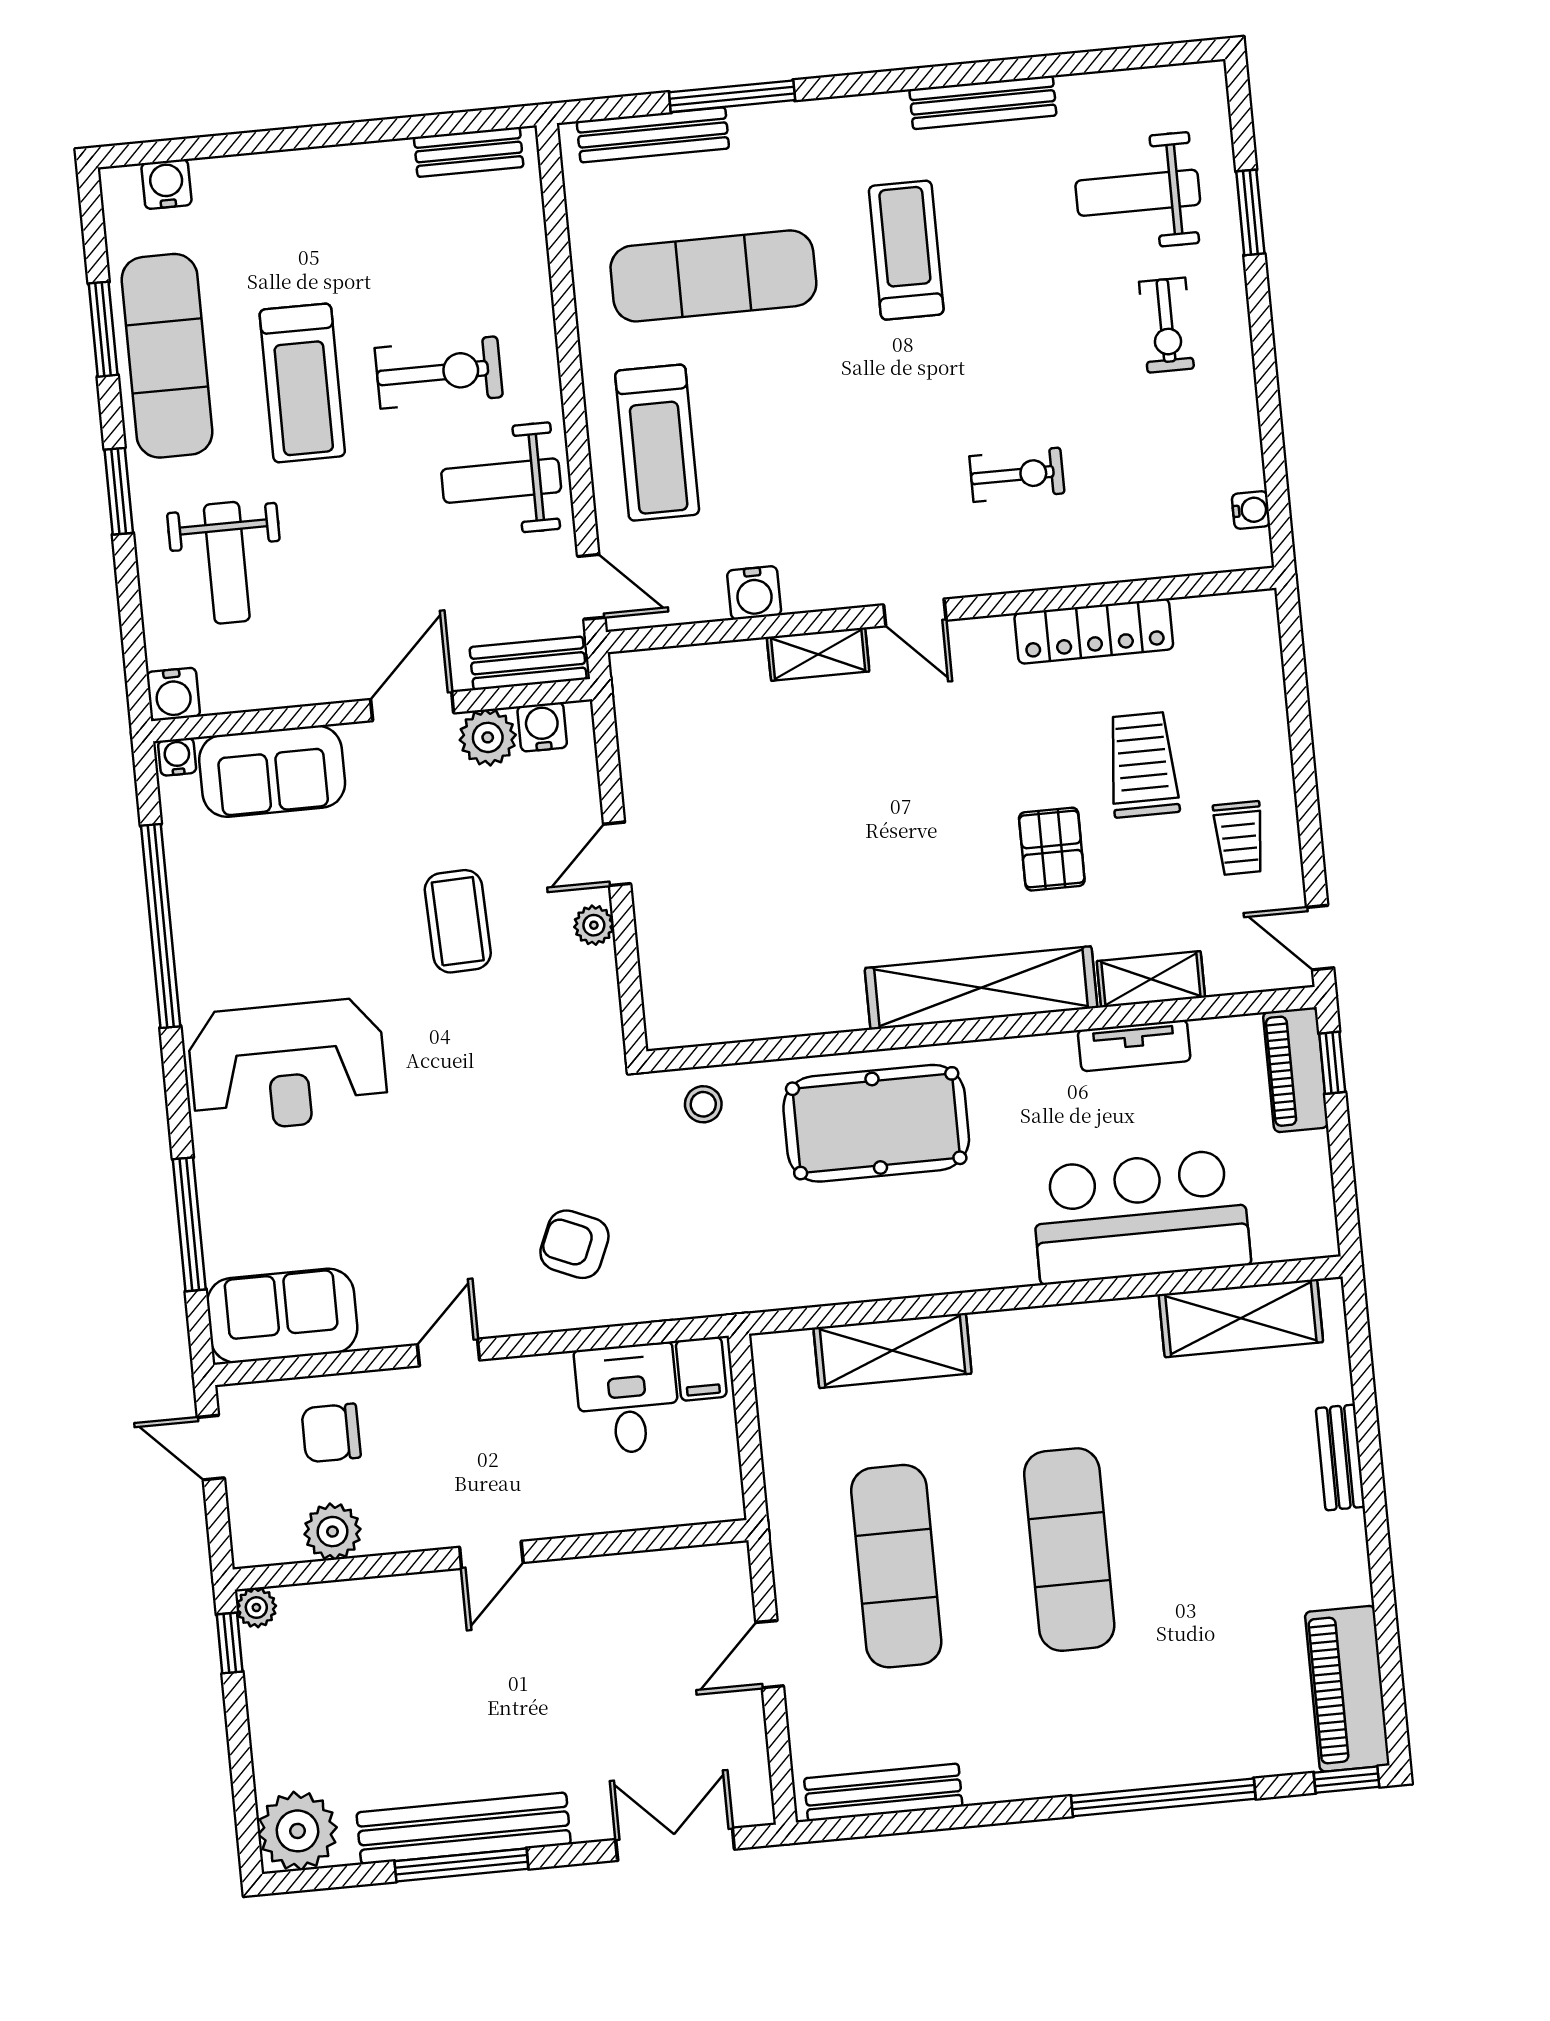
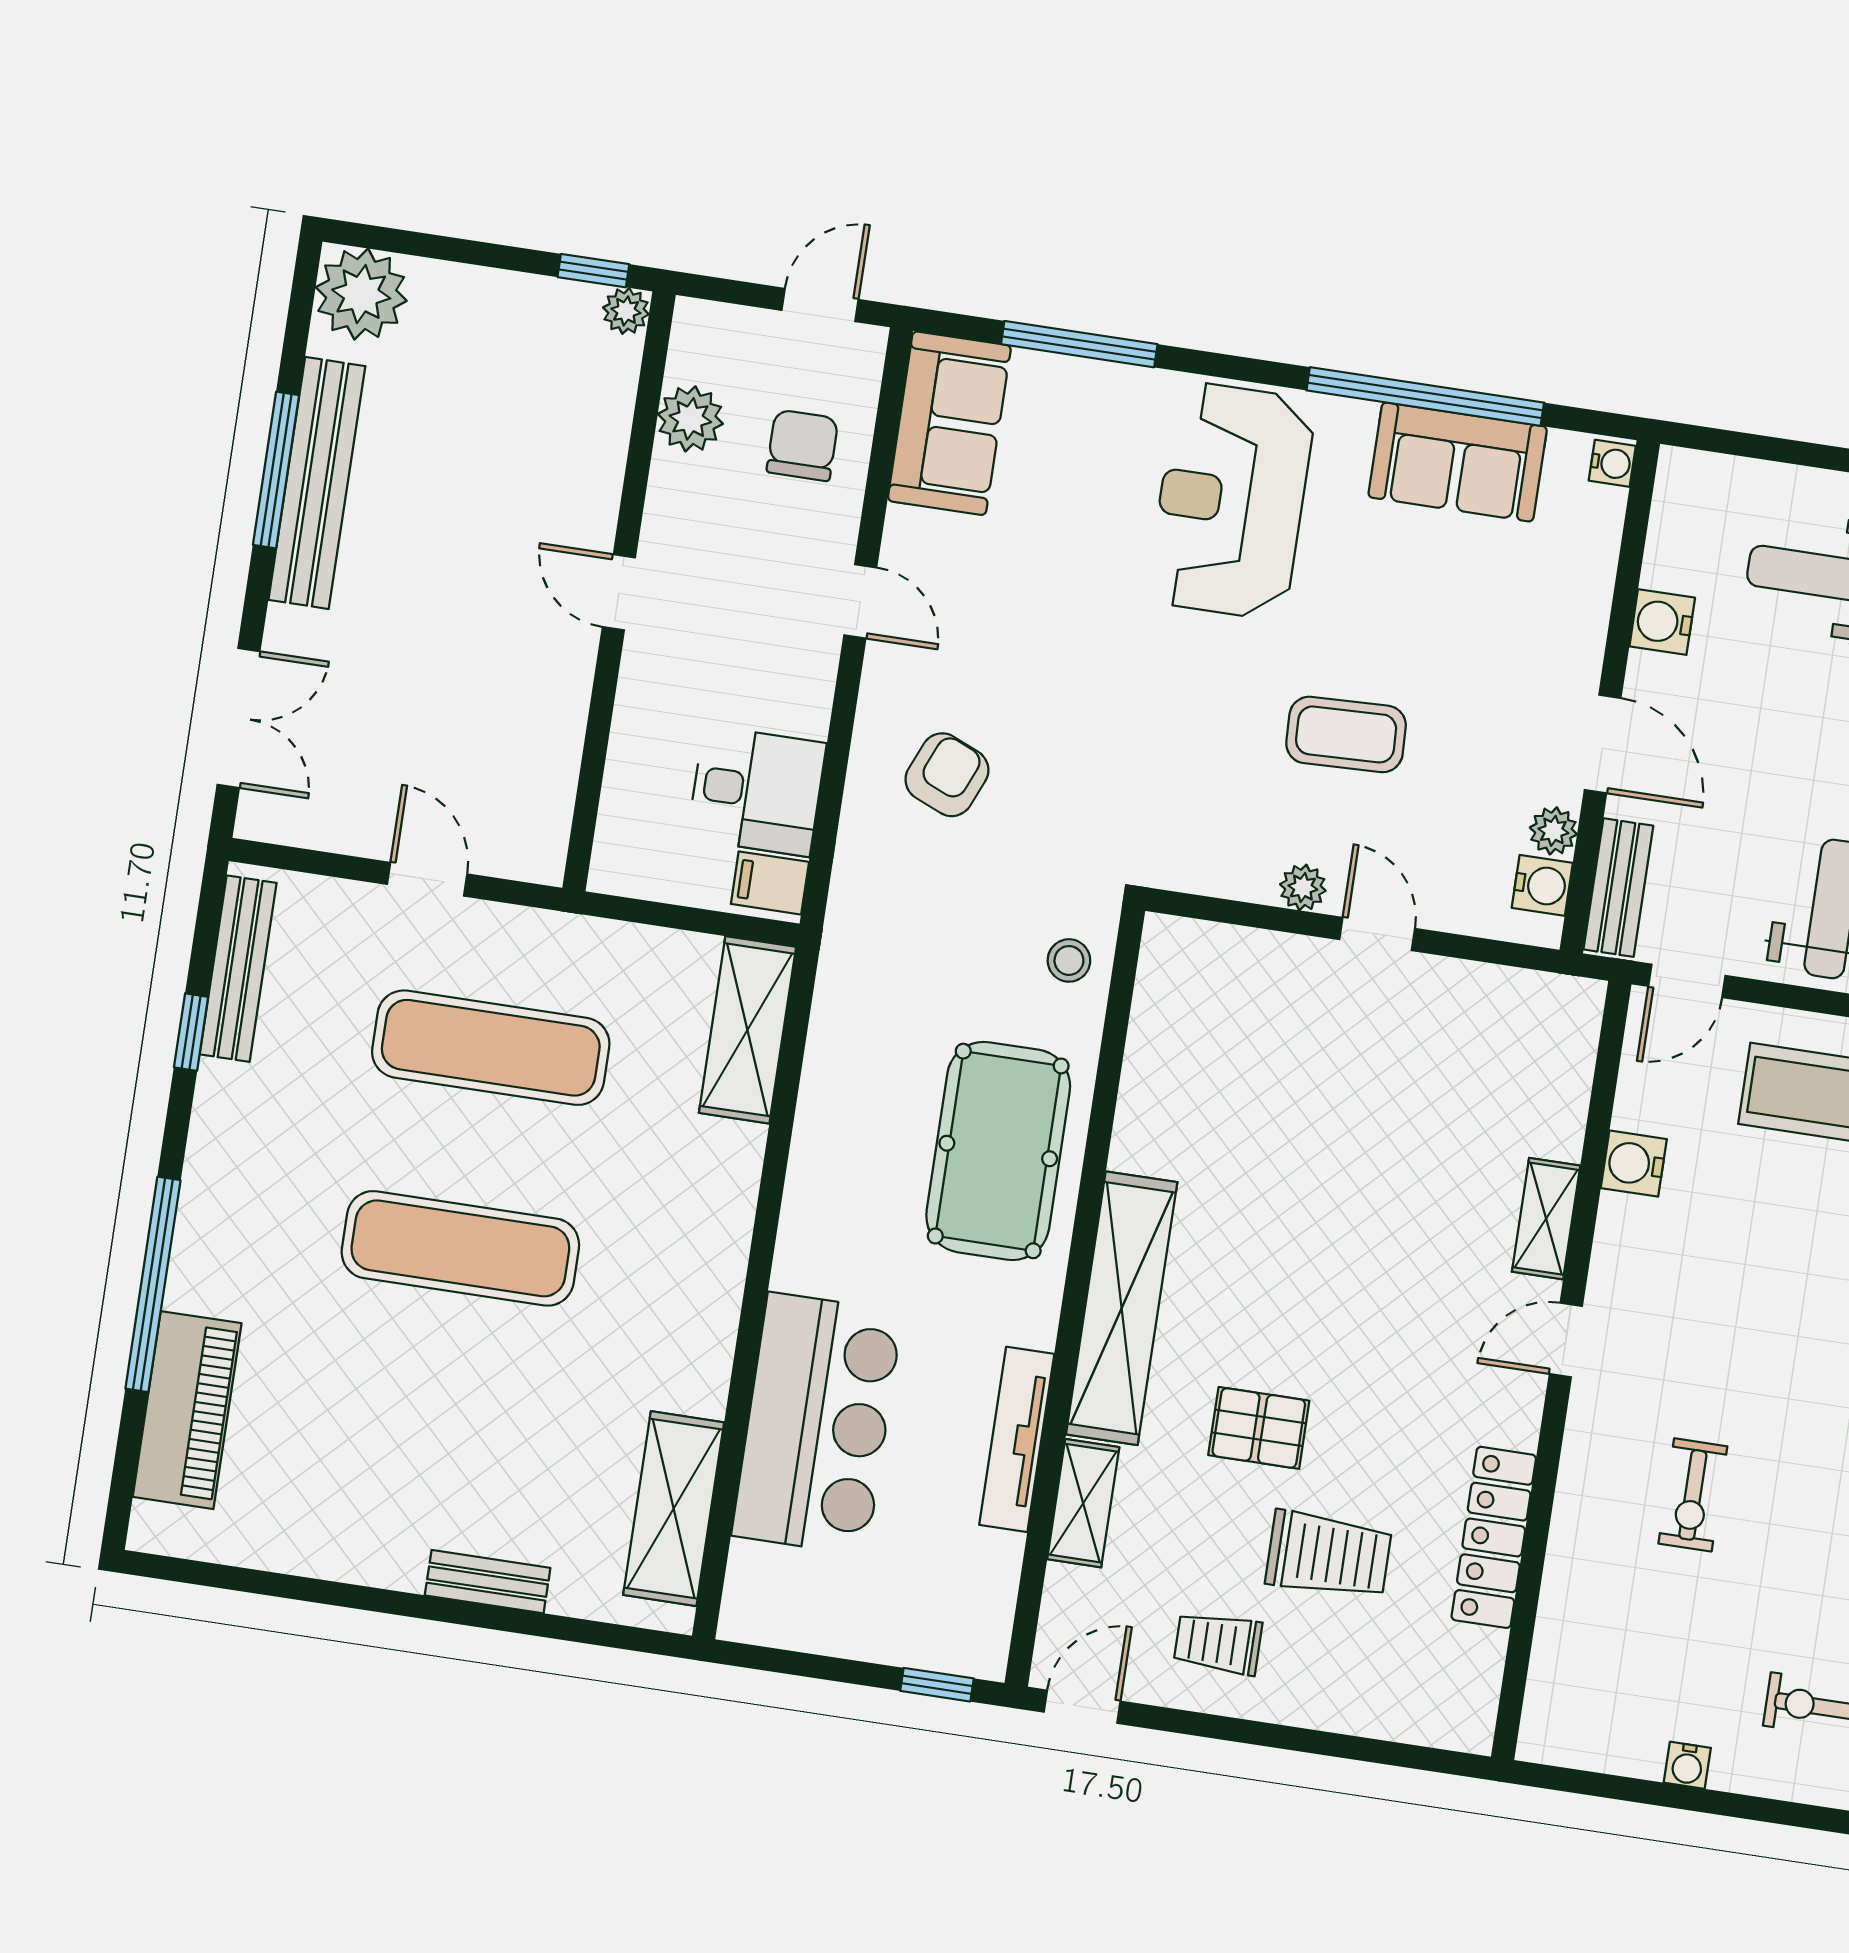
water cooler: (1251, 510) -> (1687, 1765), moved
water cooler: (173, 694) -> (1662, 622), moved
plant: (488, 737) -> (1553, 831), width x0.73, depth x0.73
sofa: (272, 771) -> (1458, 462), moved, turned -90
tv unit: (1134, 1046) -> (1017, 1439), width x1.41
piano: (1296, 1070) -> (939, 1641), removed
shelving: (892, 1351) -> (747, 1030), moved
piano: (1347, 1689) -> (187, 1410), moved, turned 90
window: (1346, 1780) -> (191, 1032), moved

